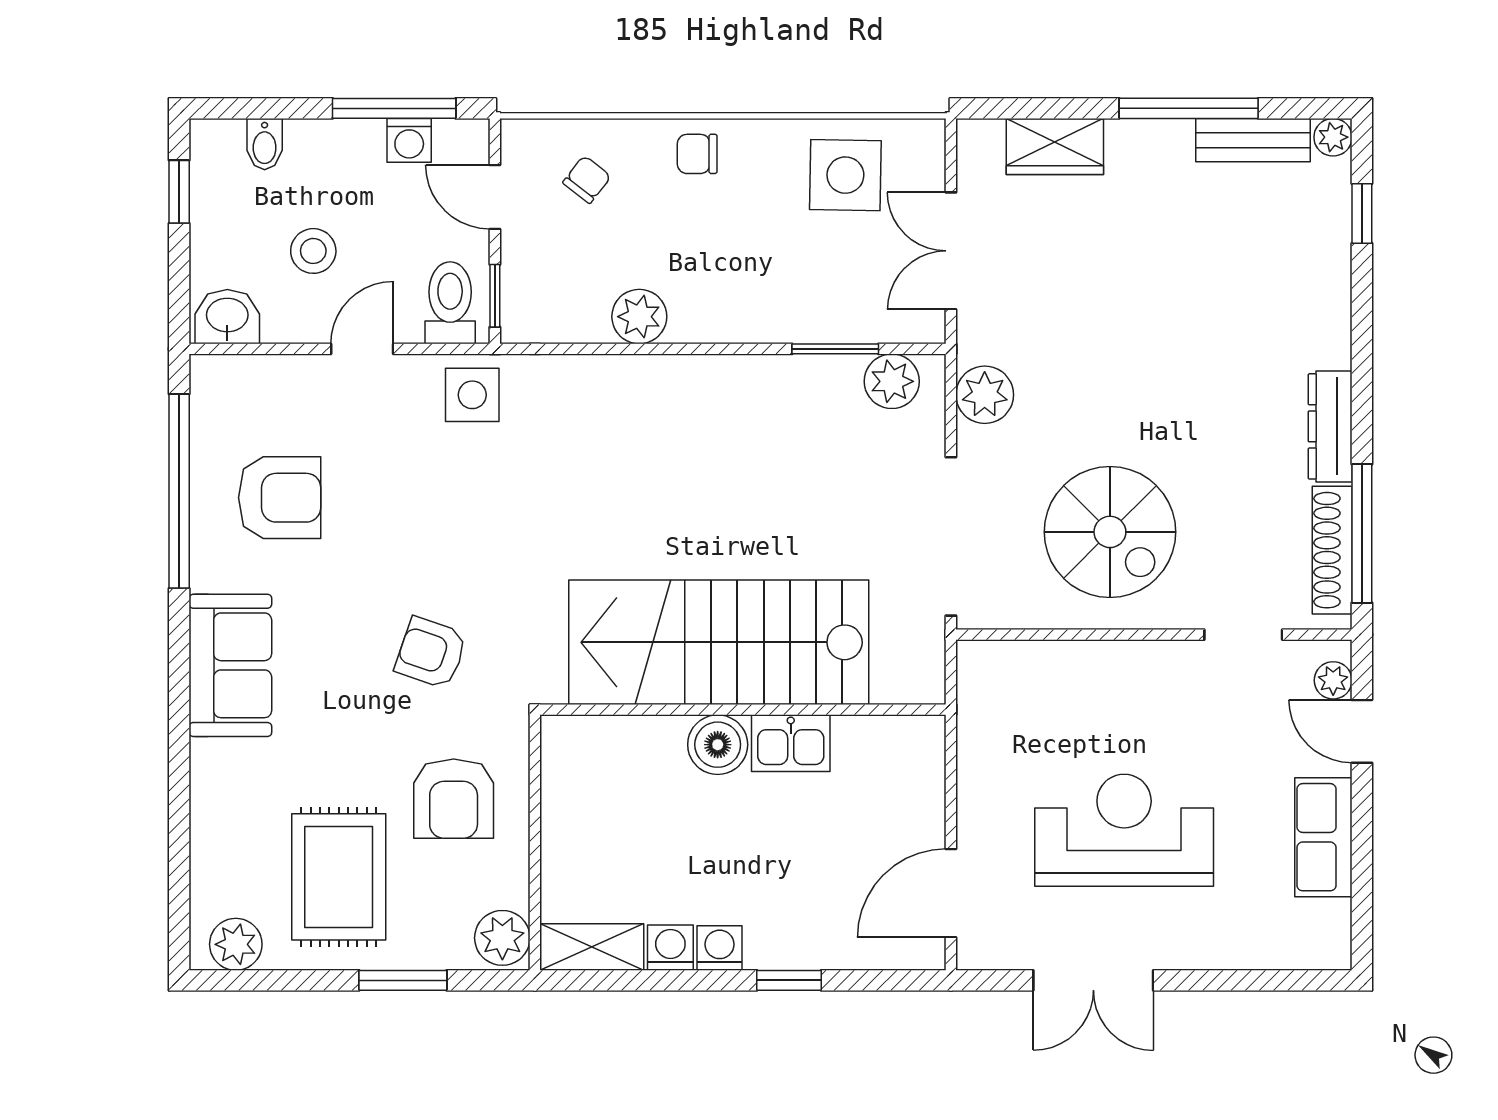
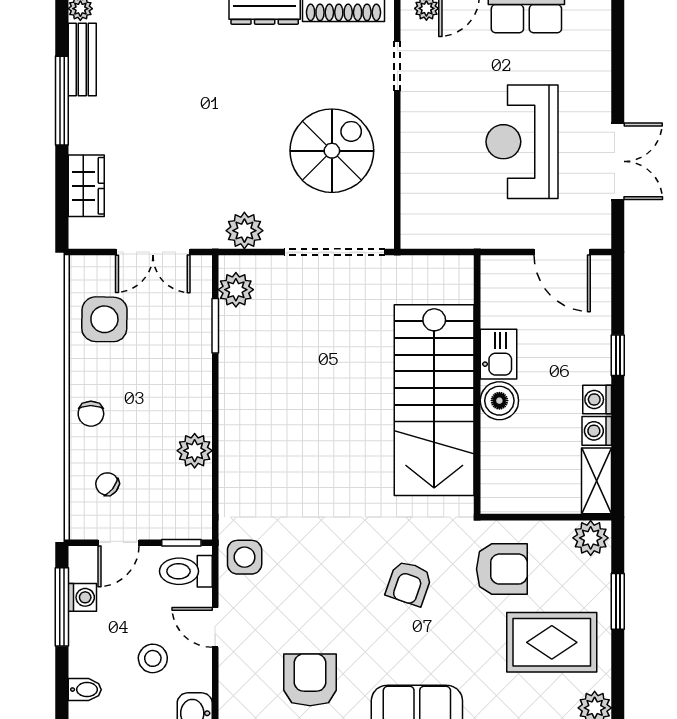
stairs: (719, 642) -> (434, 400), moved
wall: (743, 710) -> (477, 385), moved
kitchen sink: (791, 743) -> (498, 354), moved
boiler: (718, 745) -> (499, 401), moved

